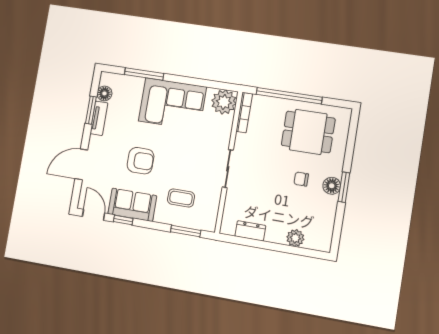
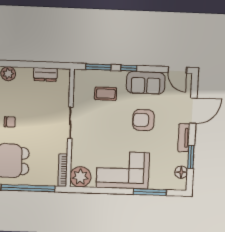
tv unit: (99, 118) -> (184, 138), moved
window: (123, 220) -> (129, 68), moved

